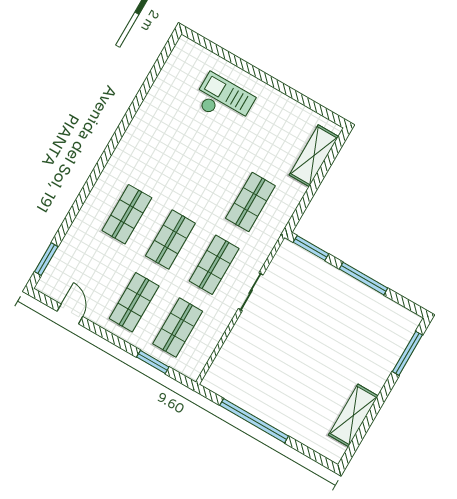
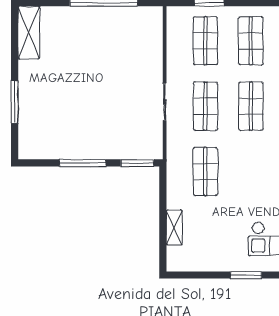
window: (269, 80) -> (246, 275), added
shelving: (314, 156) -> (174, 227), width x0.67, depth x0.75
window: (407, 353) -> (15, 102), moved
shelving: (353, 415) -> (29, 33), moved

